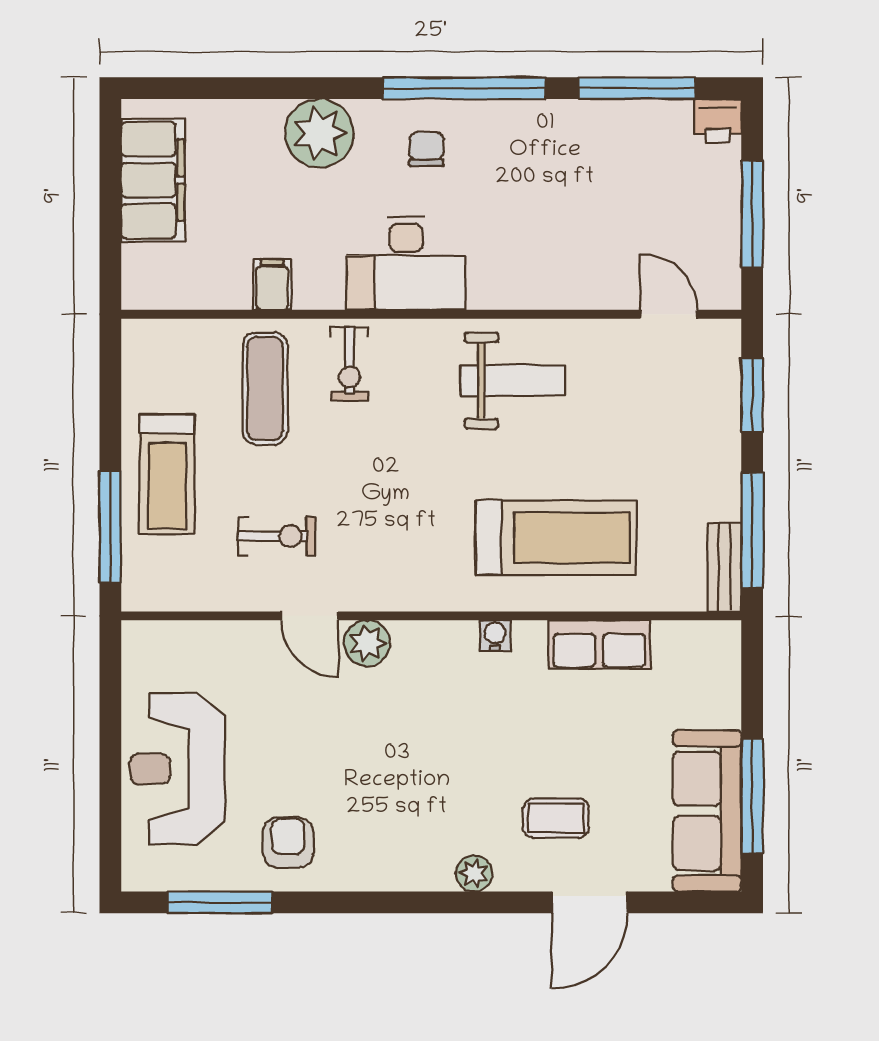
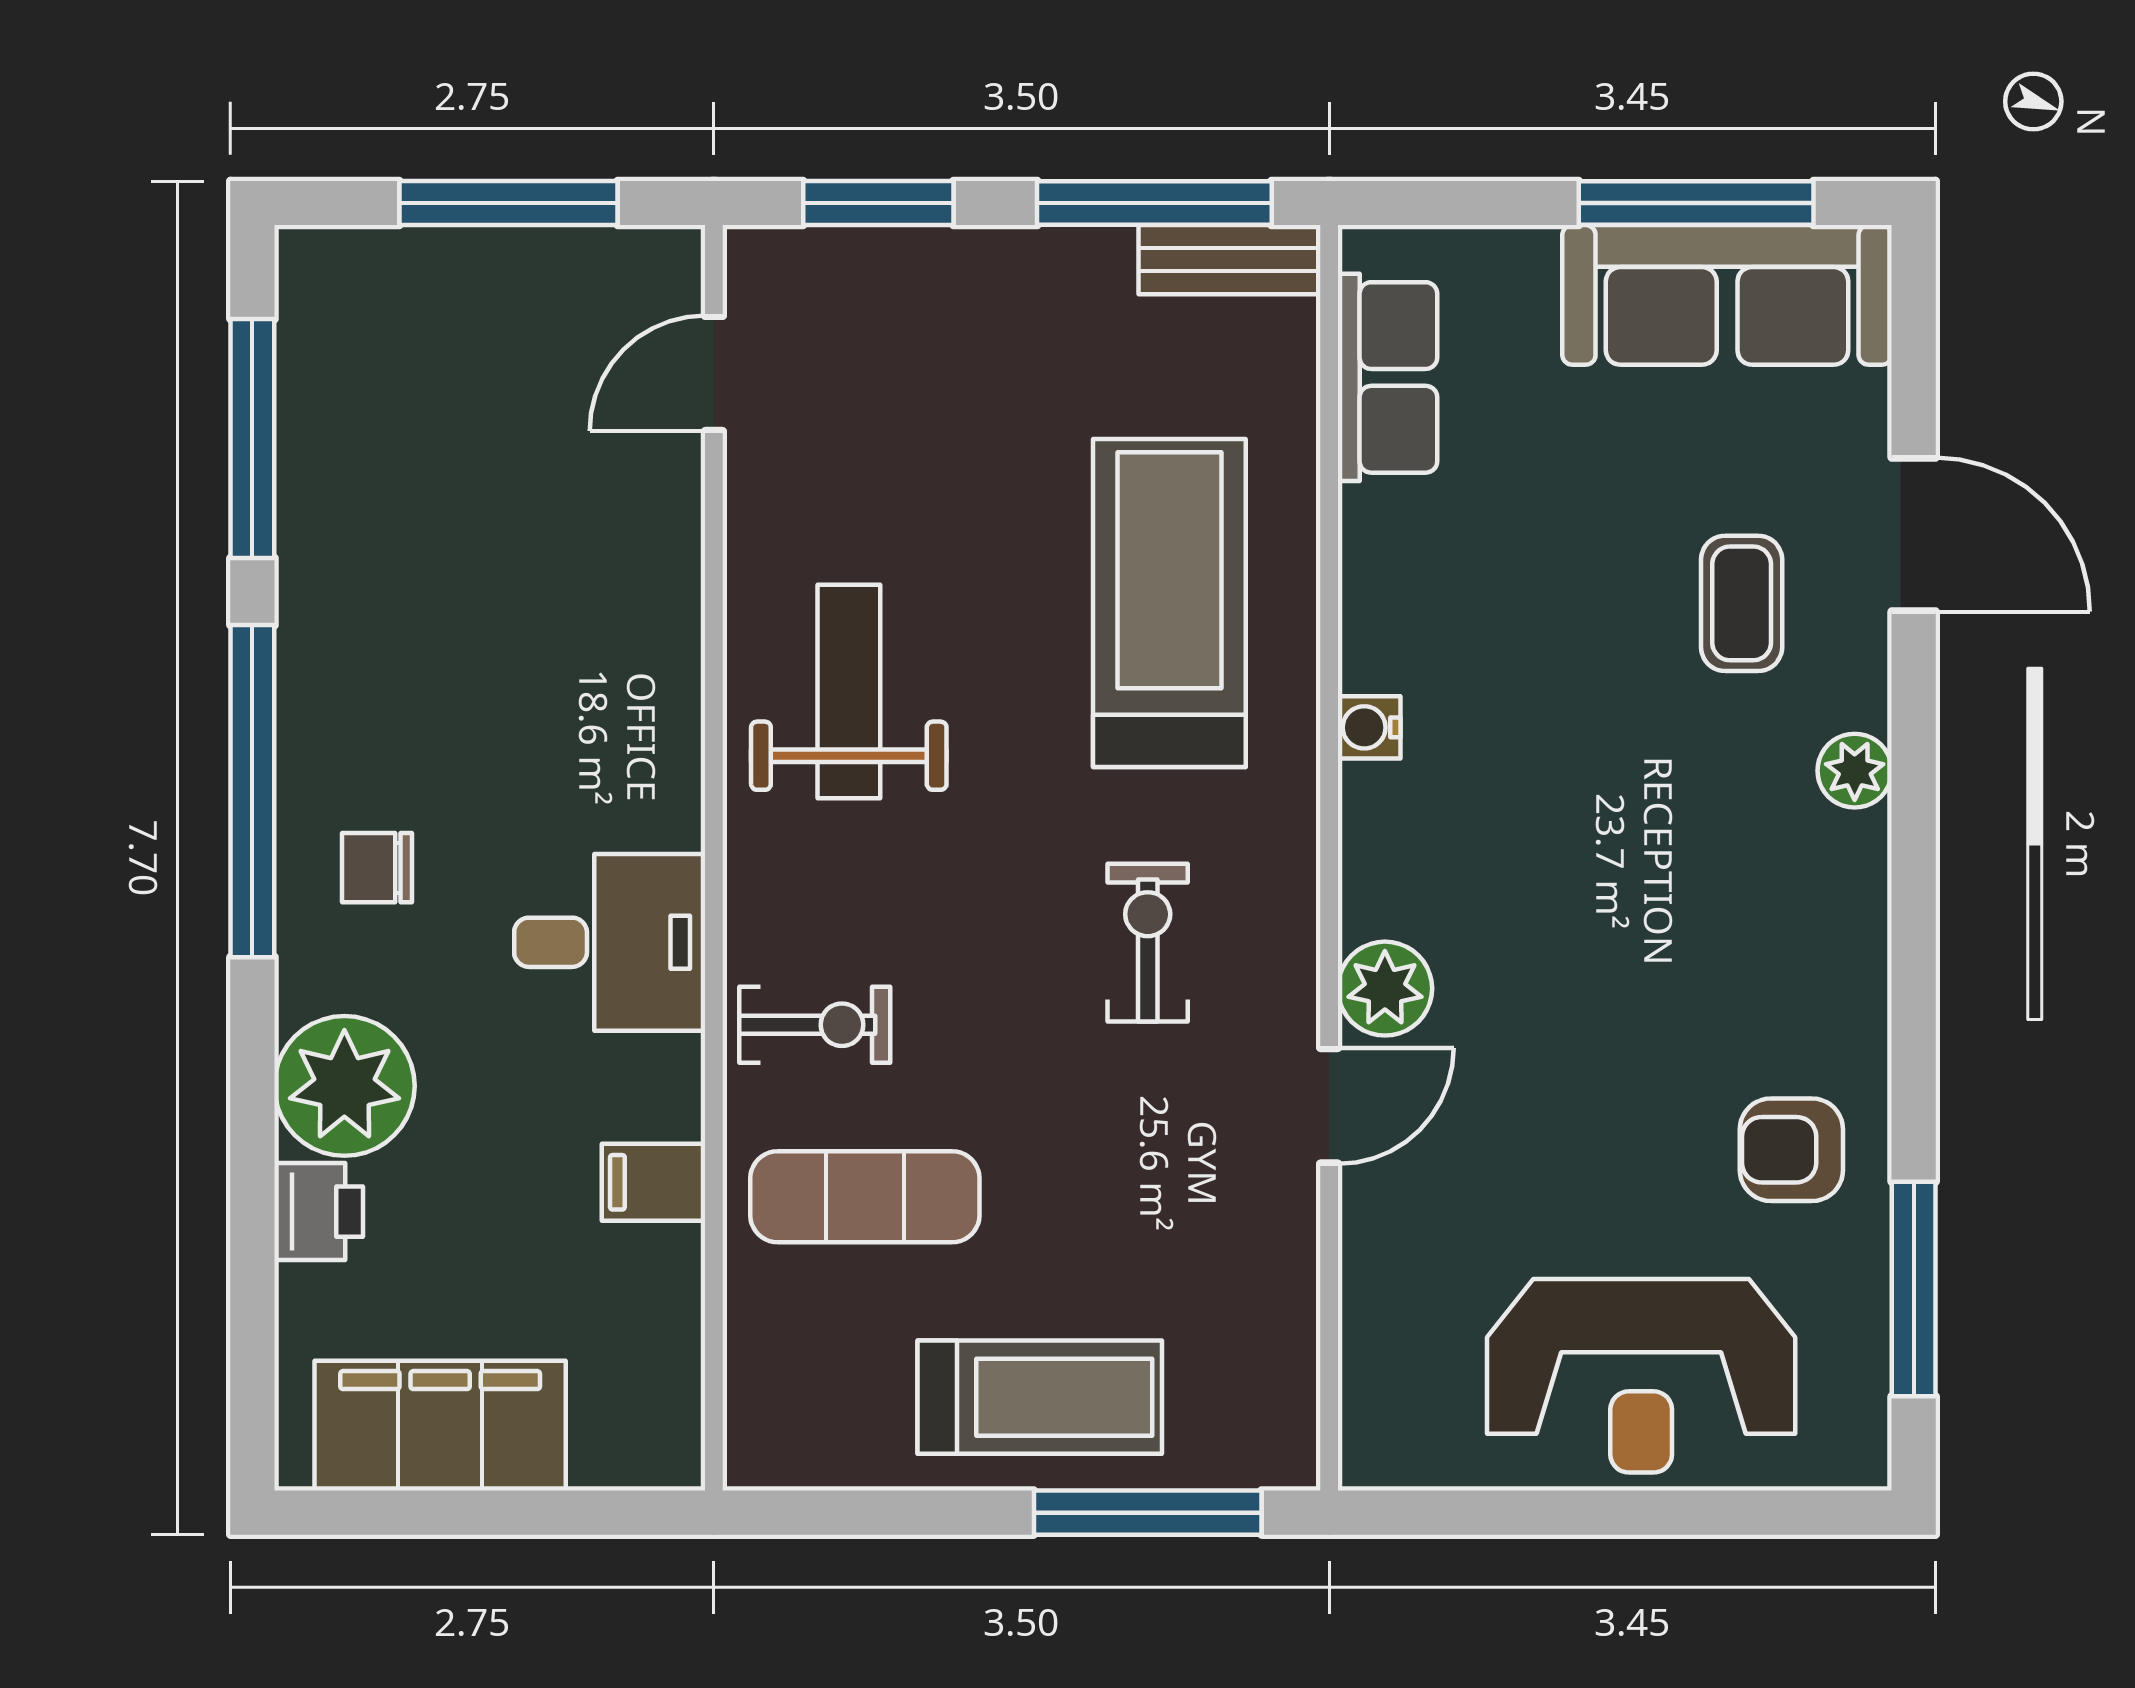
printer: (718, 121) -> (319, 1212), moved
desk: (406, 263) -> (610, 942), width x0.73
exercise bike: (277, 536) -> (1148, 943), moved
row of seats: (599, 644) -> (1387, 377), moved

